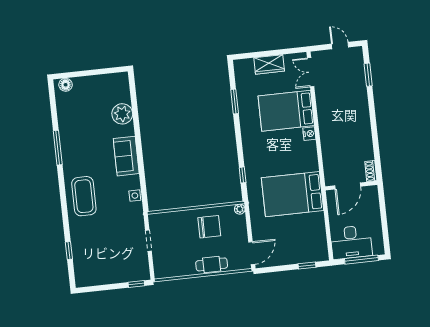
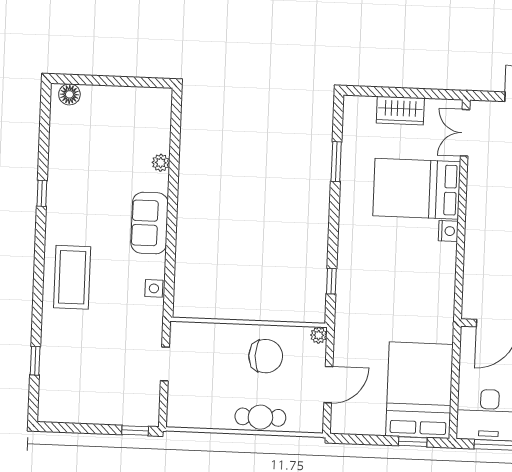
plant: (122, 114) -> (161, 163), width x0.53, depth x0.53
window: (58, 148) -> (42, 193), width x0.46
bed: (292, 194) -> (419, 390), moved, turned 90
door: (252, 253) -> (328, 385), moved

